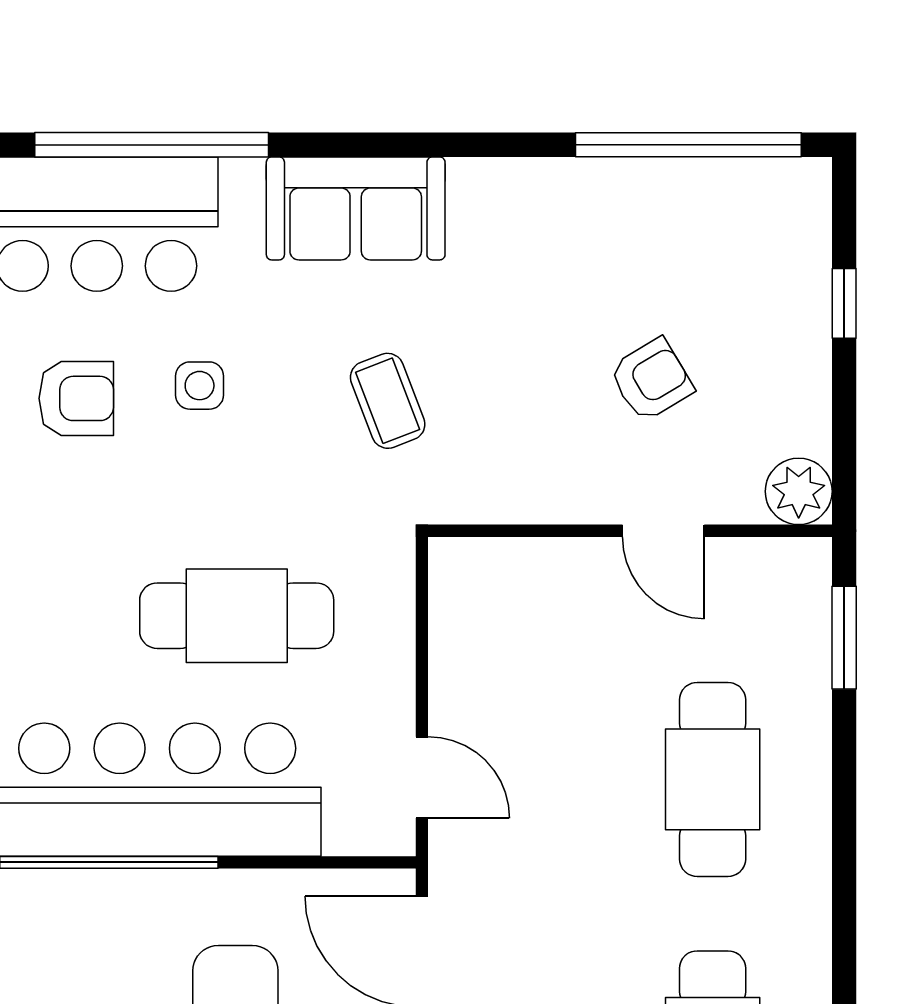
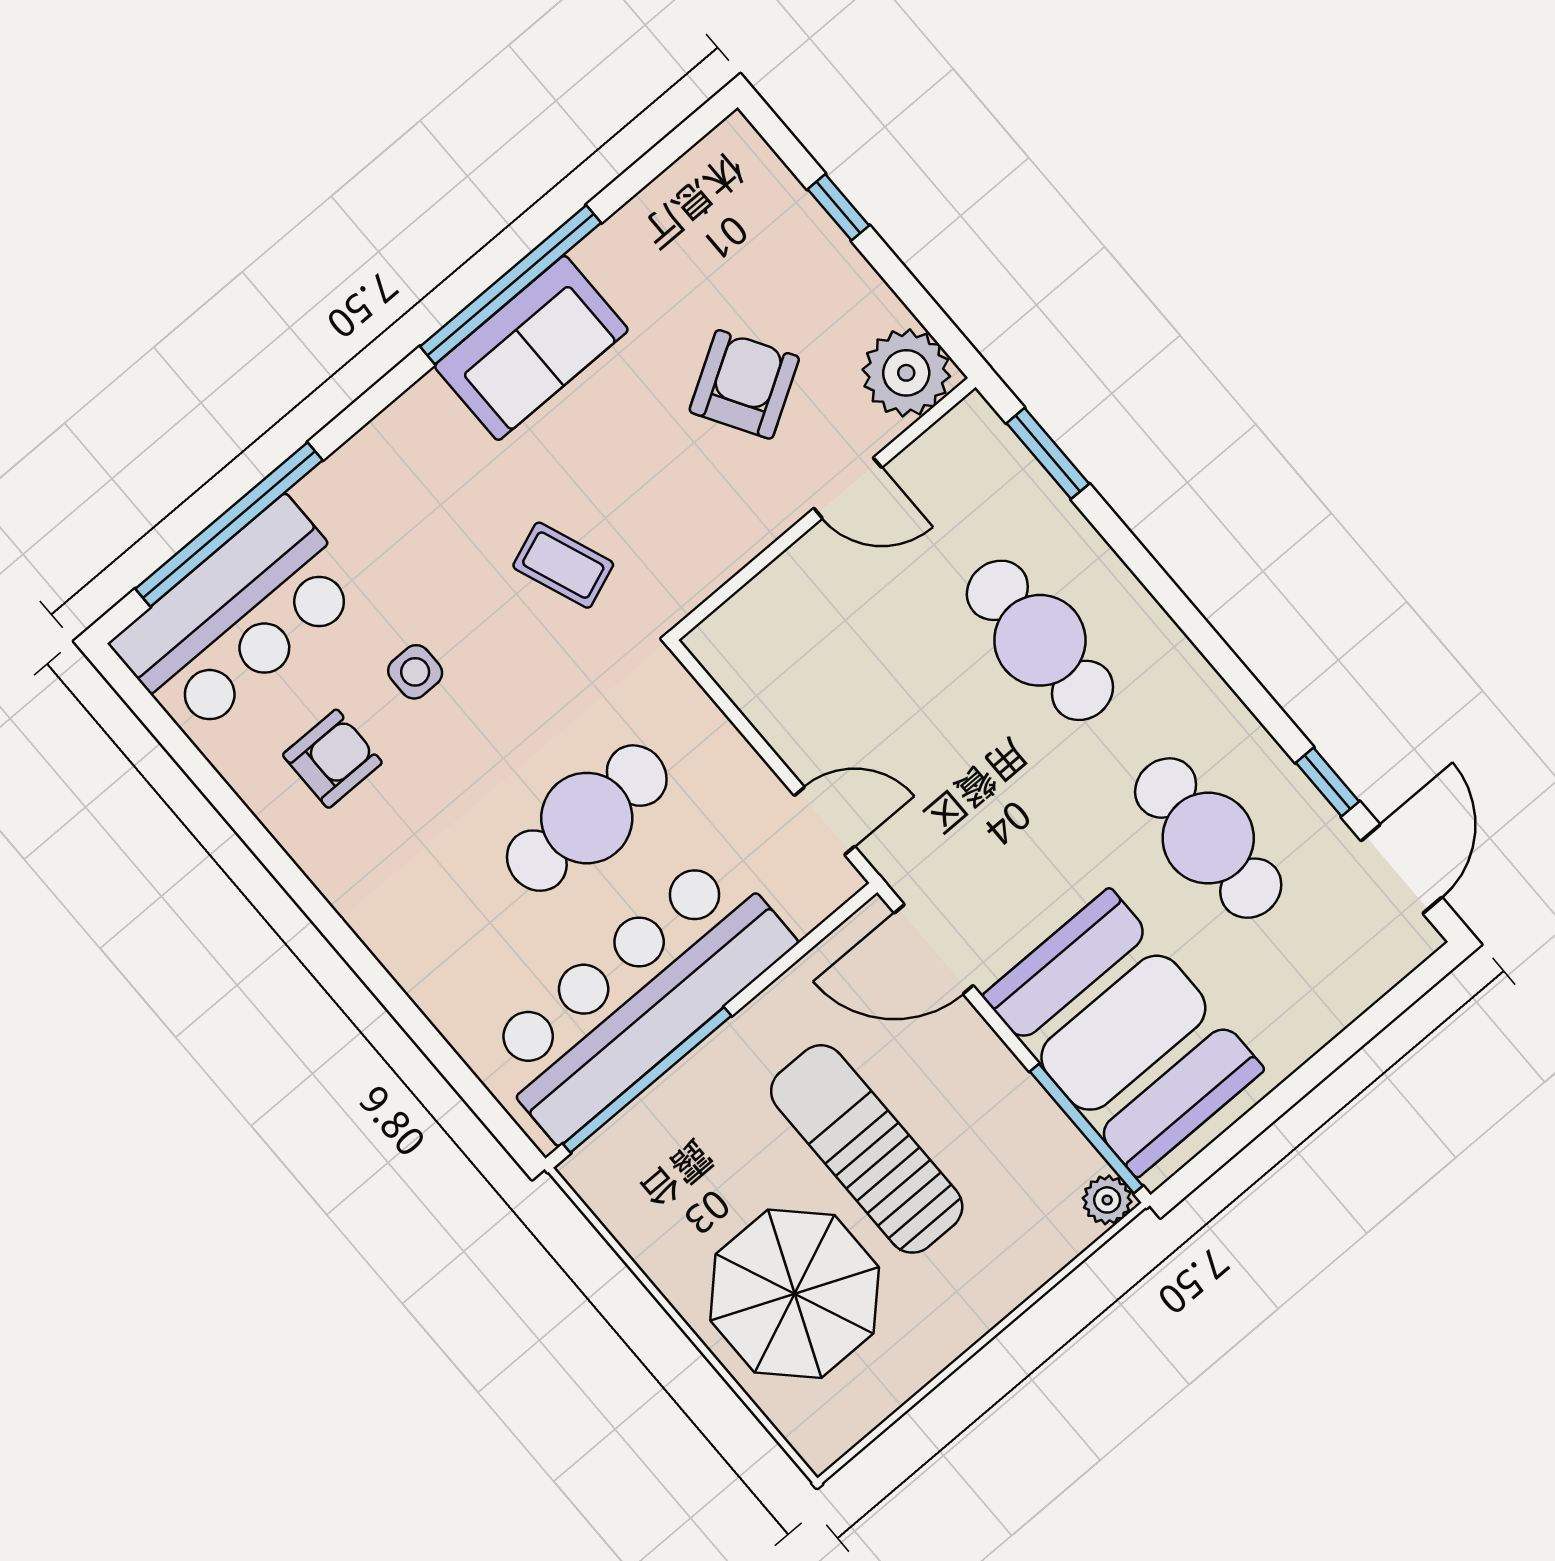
window: (688, 145) -> (511, 285), moved
sofa: (356, 208) -> (531, 348), moved
armchair: (651, 380) -> (744, 384), width x1.38, depth x1.38
plant: (799, 491) -> (906, 373), width x1.36, depth x1.36

